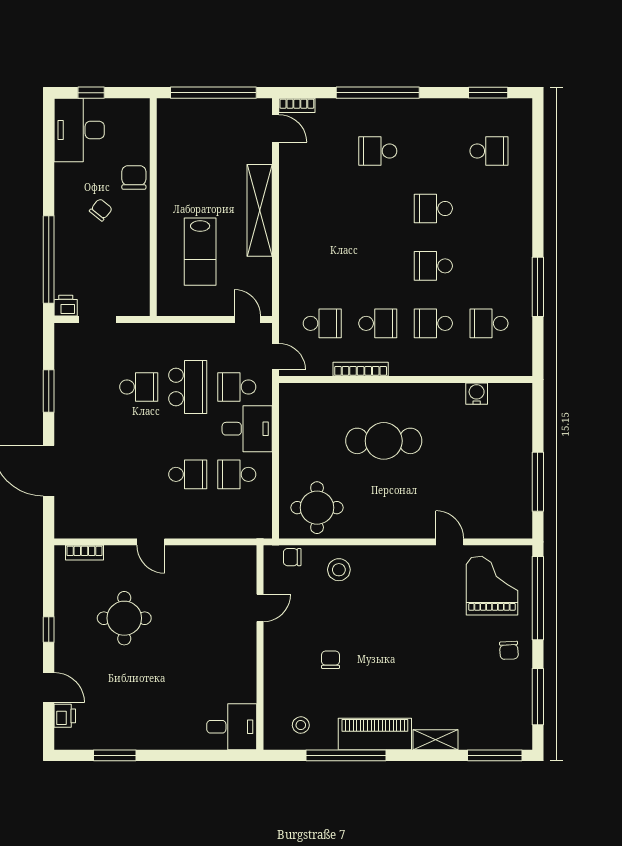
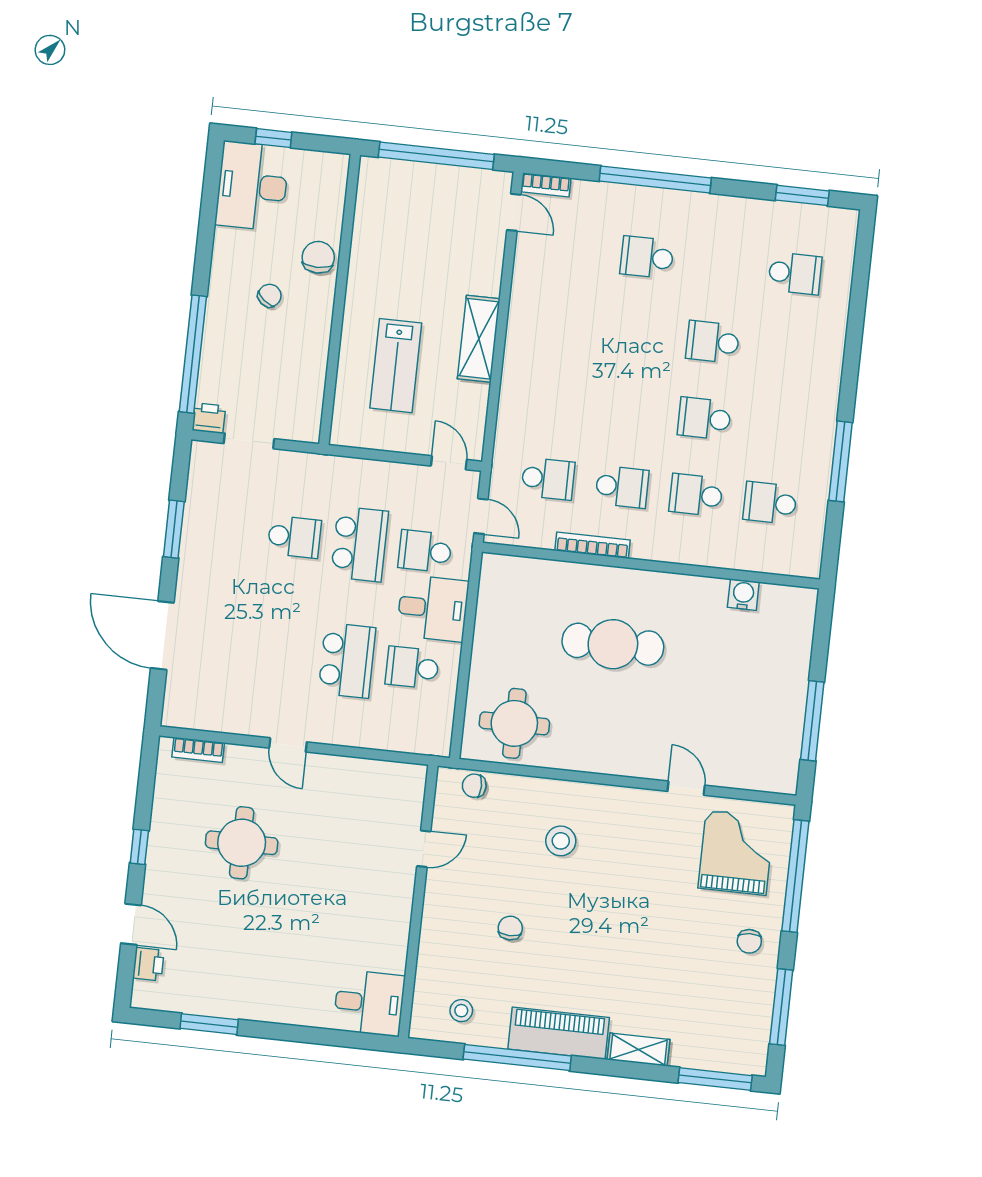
shelving: (260, 210) -> (479, 339), width x0.68
school desk: (188, 474) -> (347, 660), width x1.85
stool: (339, 570) -> (561, 841), moved

